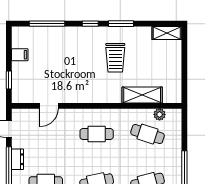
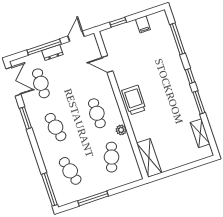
shelving: (167, 33) -> (200, 133), moved
trolley: (115, 58) -> (134, 100), moved, turned 90
shelving: (142, 95) -> (149, 158), moved
plant: (160, 114) -> (121, 130), moved

